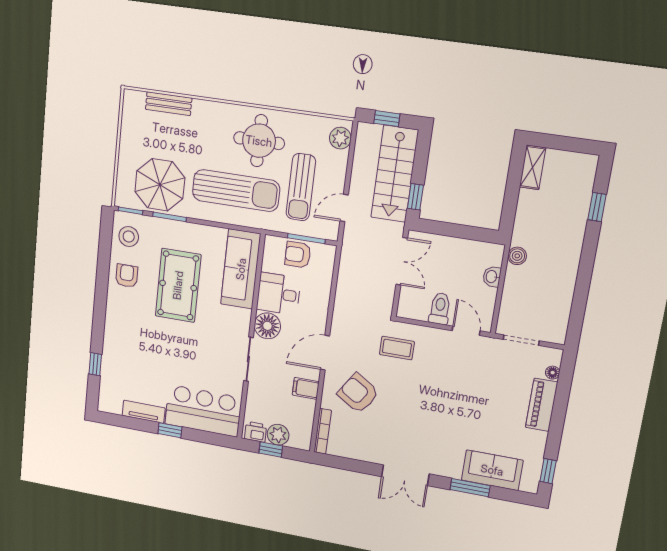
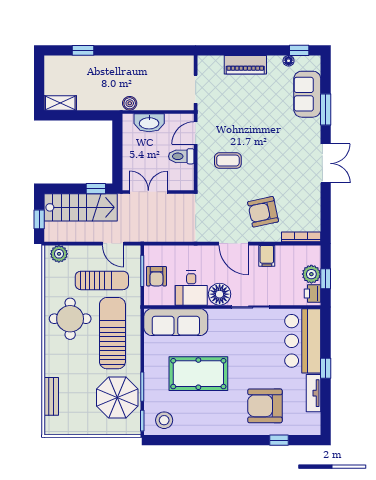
armchair: (127, 276) -> (265, 406), moved, width x1.88, depth x1.88
washbasin: (492, 277) -> (149, 123), width x1.91, depth x1.45
coffee table: (397, 348) -> (228, 161), moved, turned 90
floor lamp: (553, 373) -> (289, 61), moved
armchair: (358, 393) -> (263, 212), turned 45

